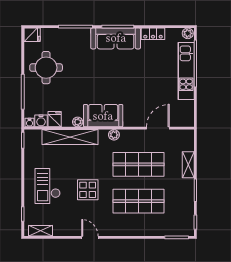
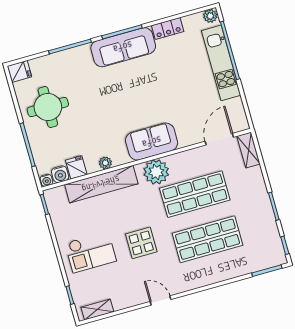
sofa: (103, 116) -> (152, 142), moved
door: (158, 128) -> (219, 139), moved
plant: (114, 135) -> (156, 172), width x1.88, depth x1.88
shelving: (188, 165) -> (249, 150), moved
checkout: (48, 186) -> (91, 252), turned -90

